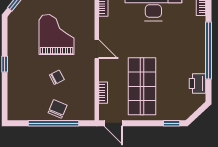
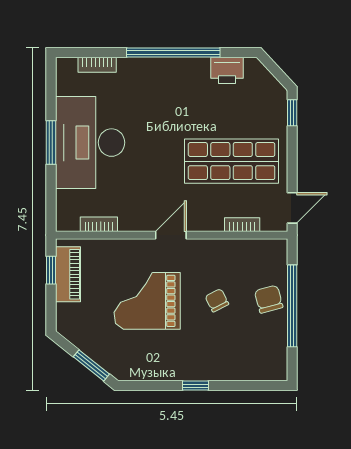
chair: (58, 109) -> (269, 299), turned 52

